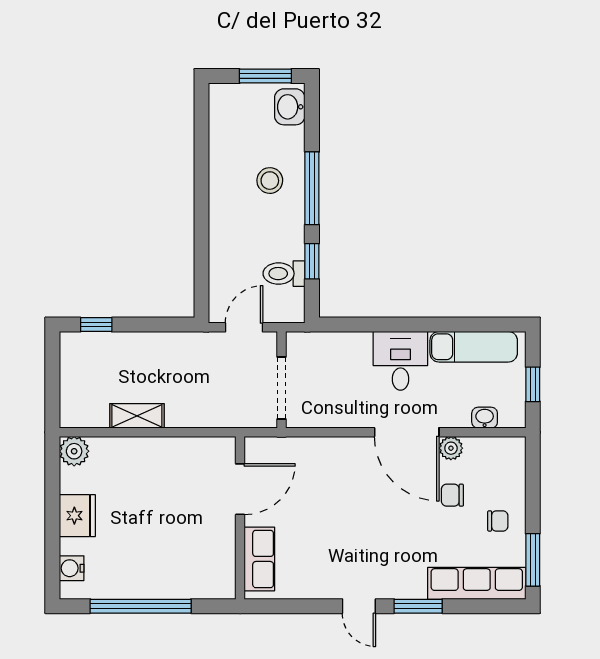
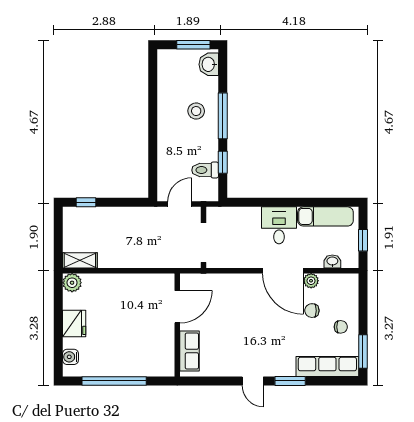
shelving: (137, 416) -> (80, 260), moved

